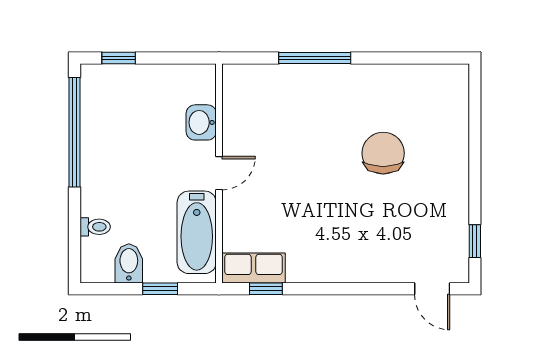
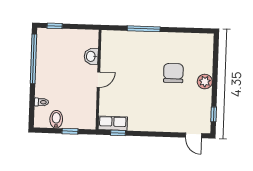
plant: (453, 170) -> (205, 82), added
bathtub: (197, 232) -> (87, 106), removed

